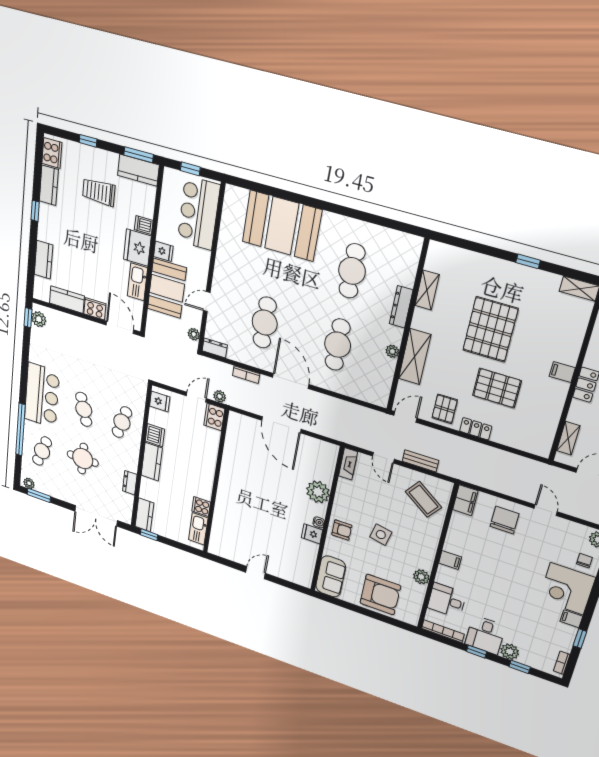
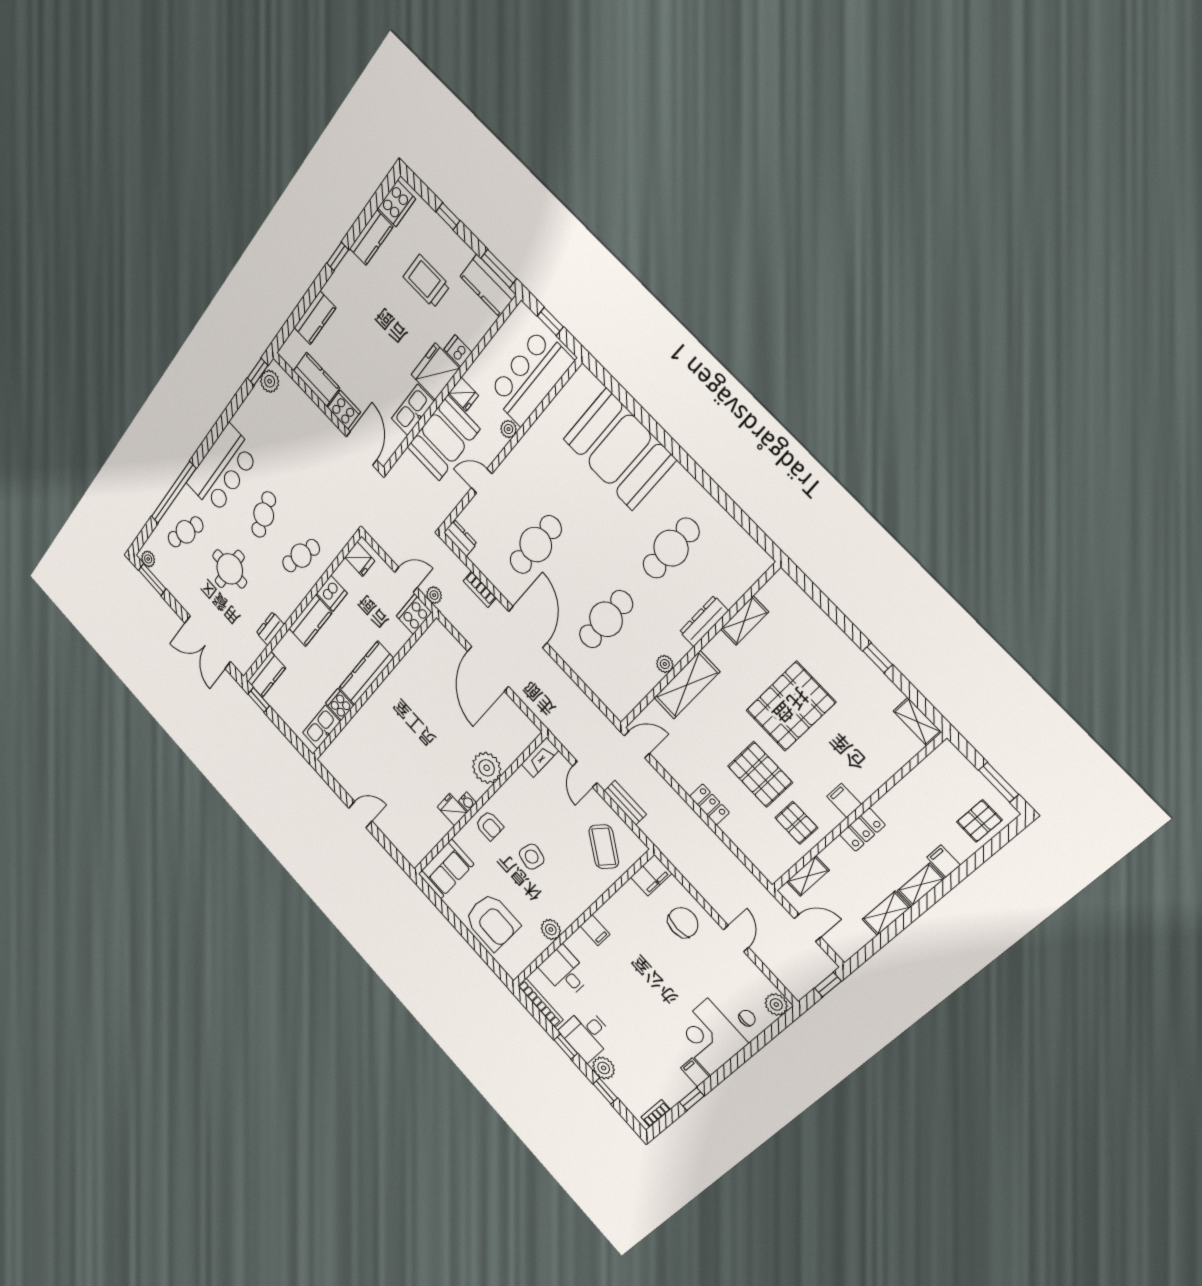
plant: (194, 334) -> (508, 429), moved
pallet: (445, 409) -> (796, 823), moved, turned 90
kitchen counter: (206, 475) -> (366, 673), added

